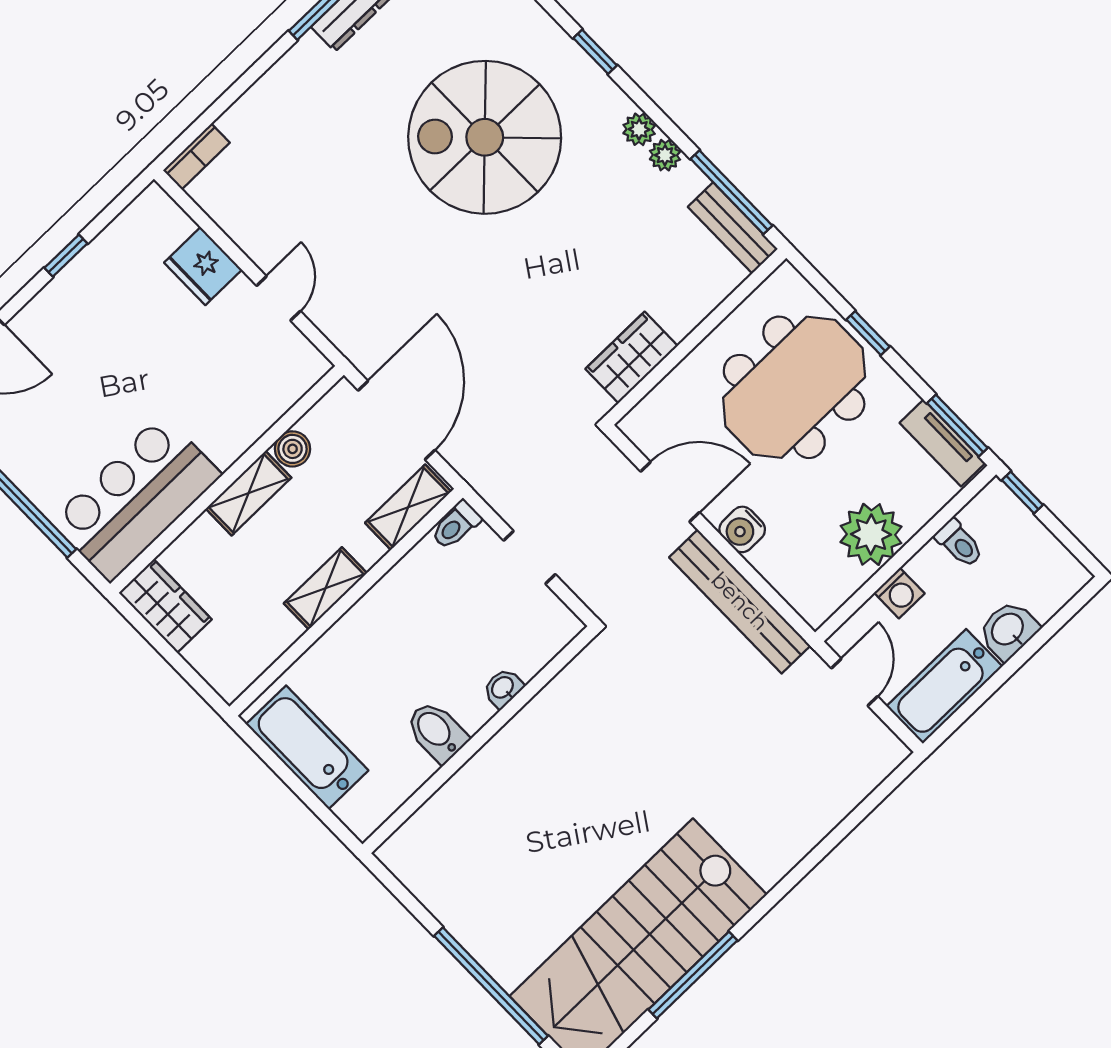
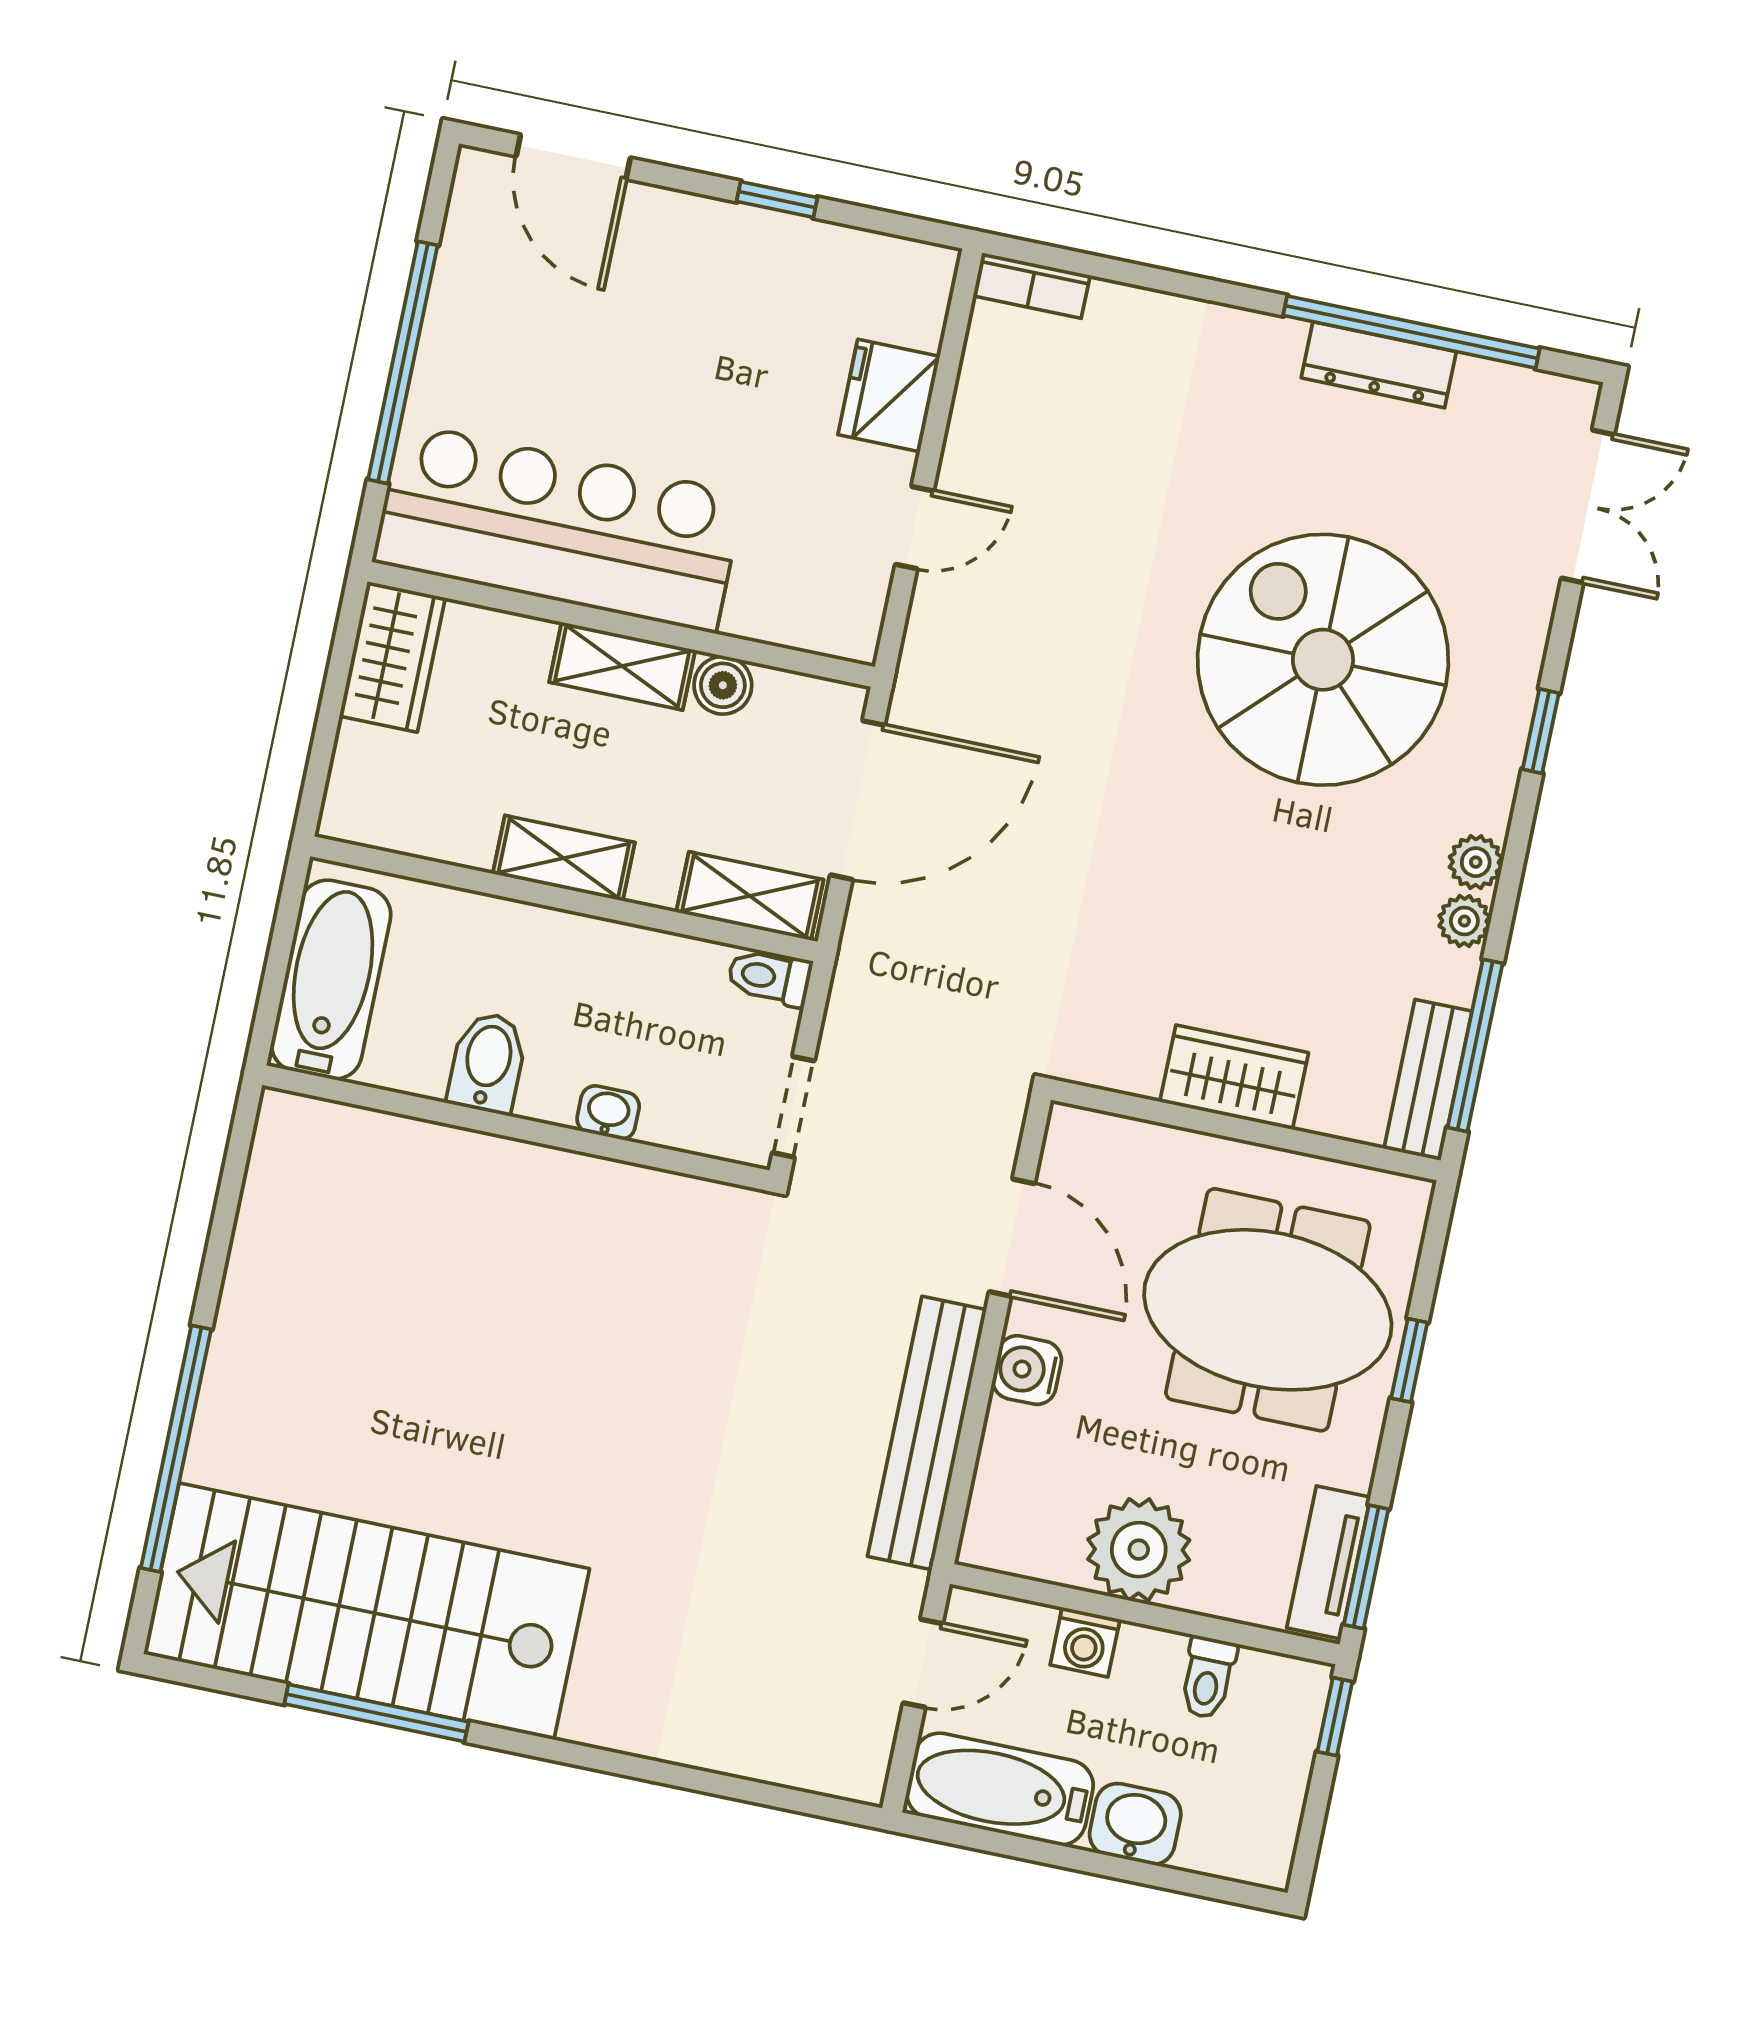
wardrobe: (632, 357) -> (1234, 1077), moved
bar counter: (136, 498) -> (558, 528), width x1.36
washbasin: (503, 688) -> (608, 1113), moved
bidet: (437, 732) -> (488, 1063), moved
wall: (479, 740) -> (516, 1128), moved

